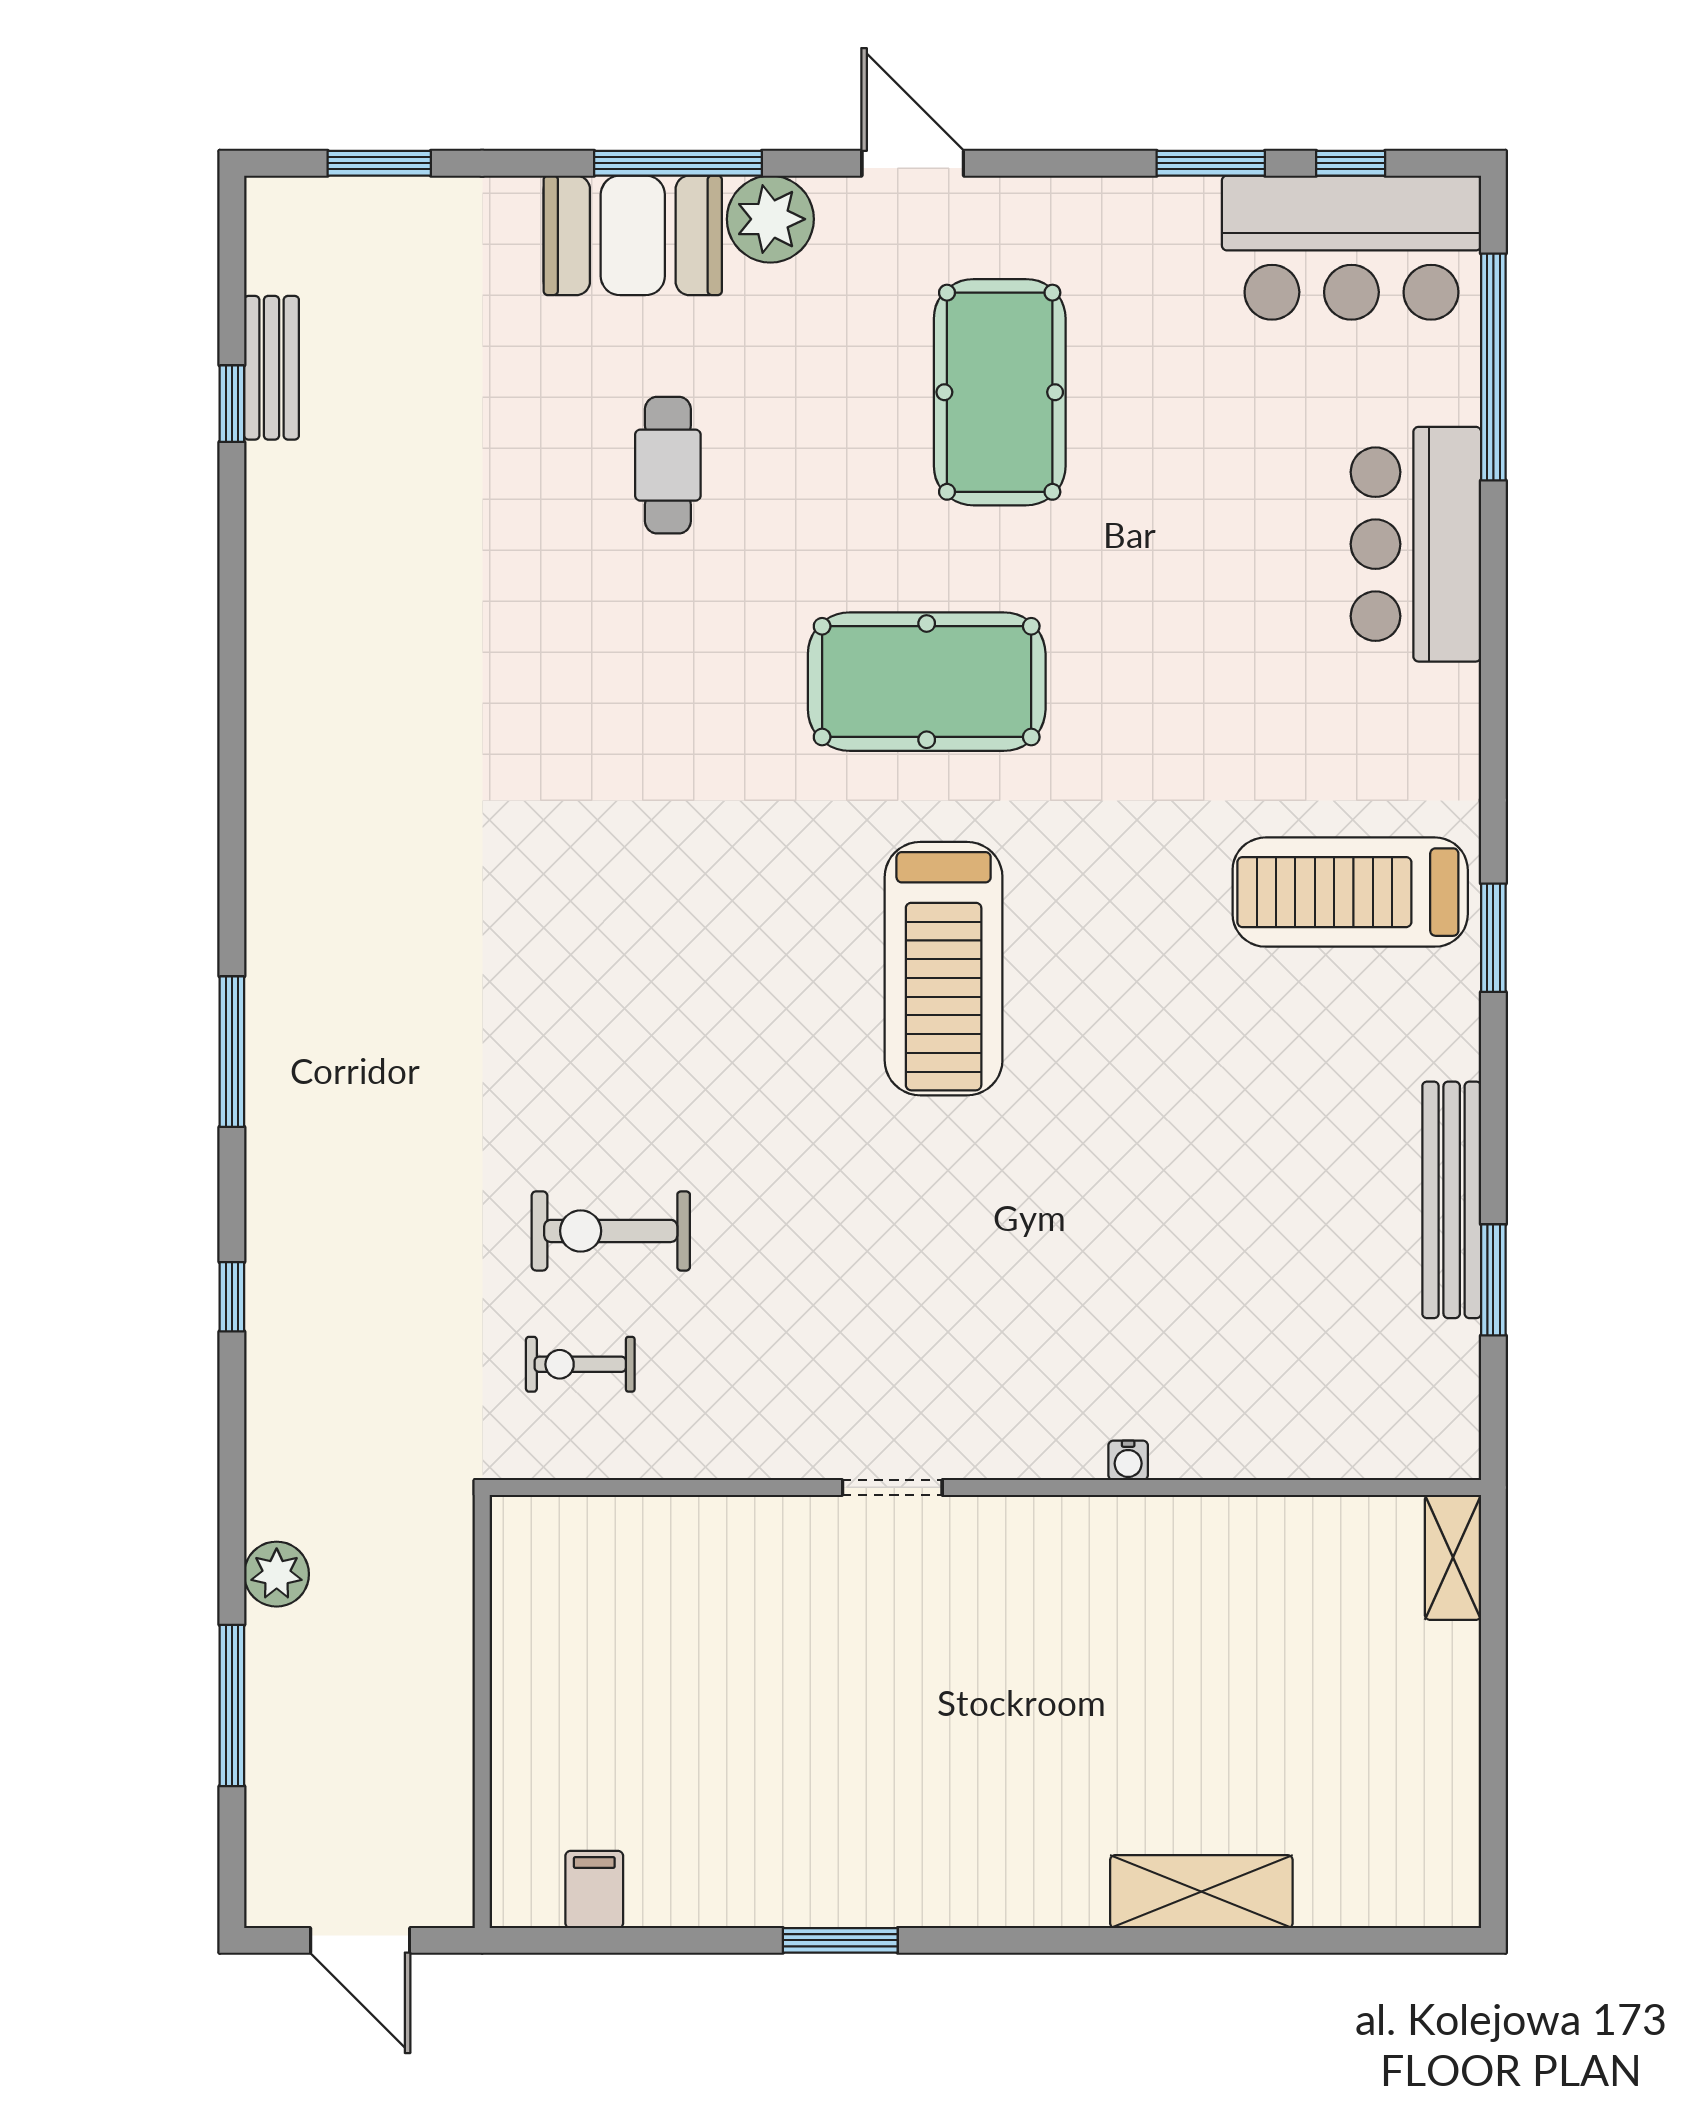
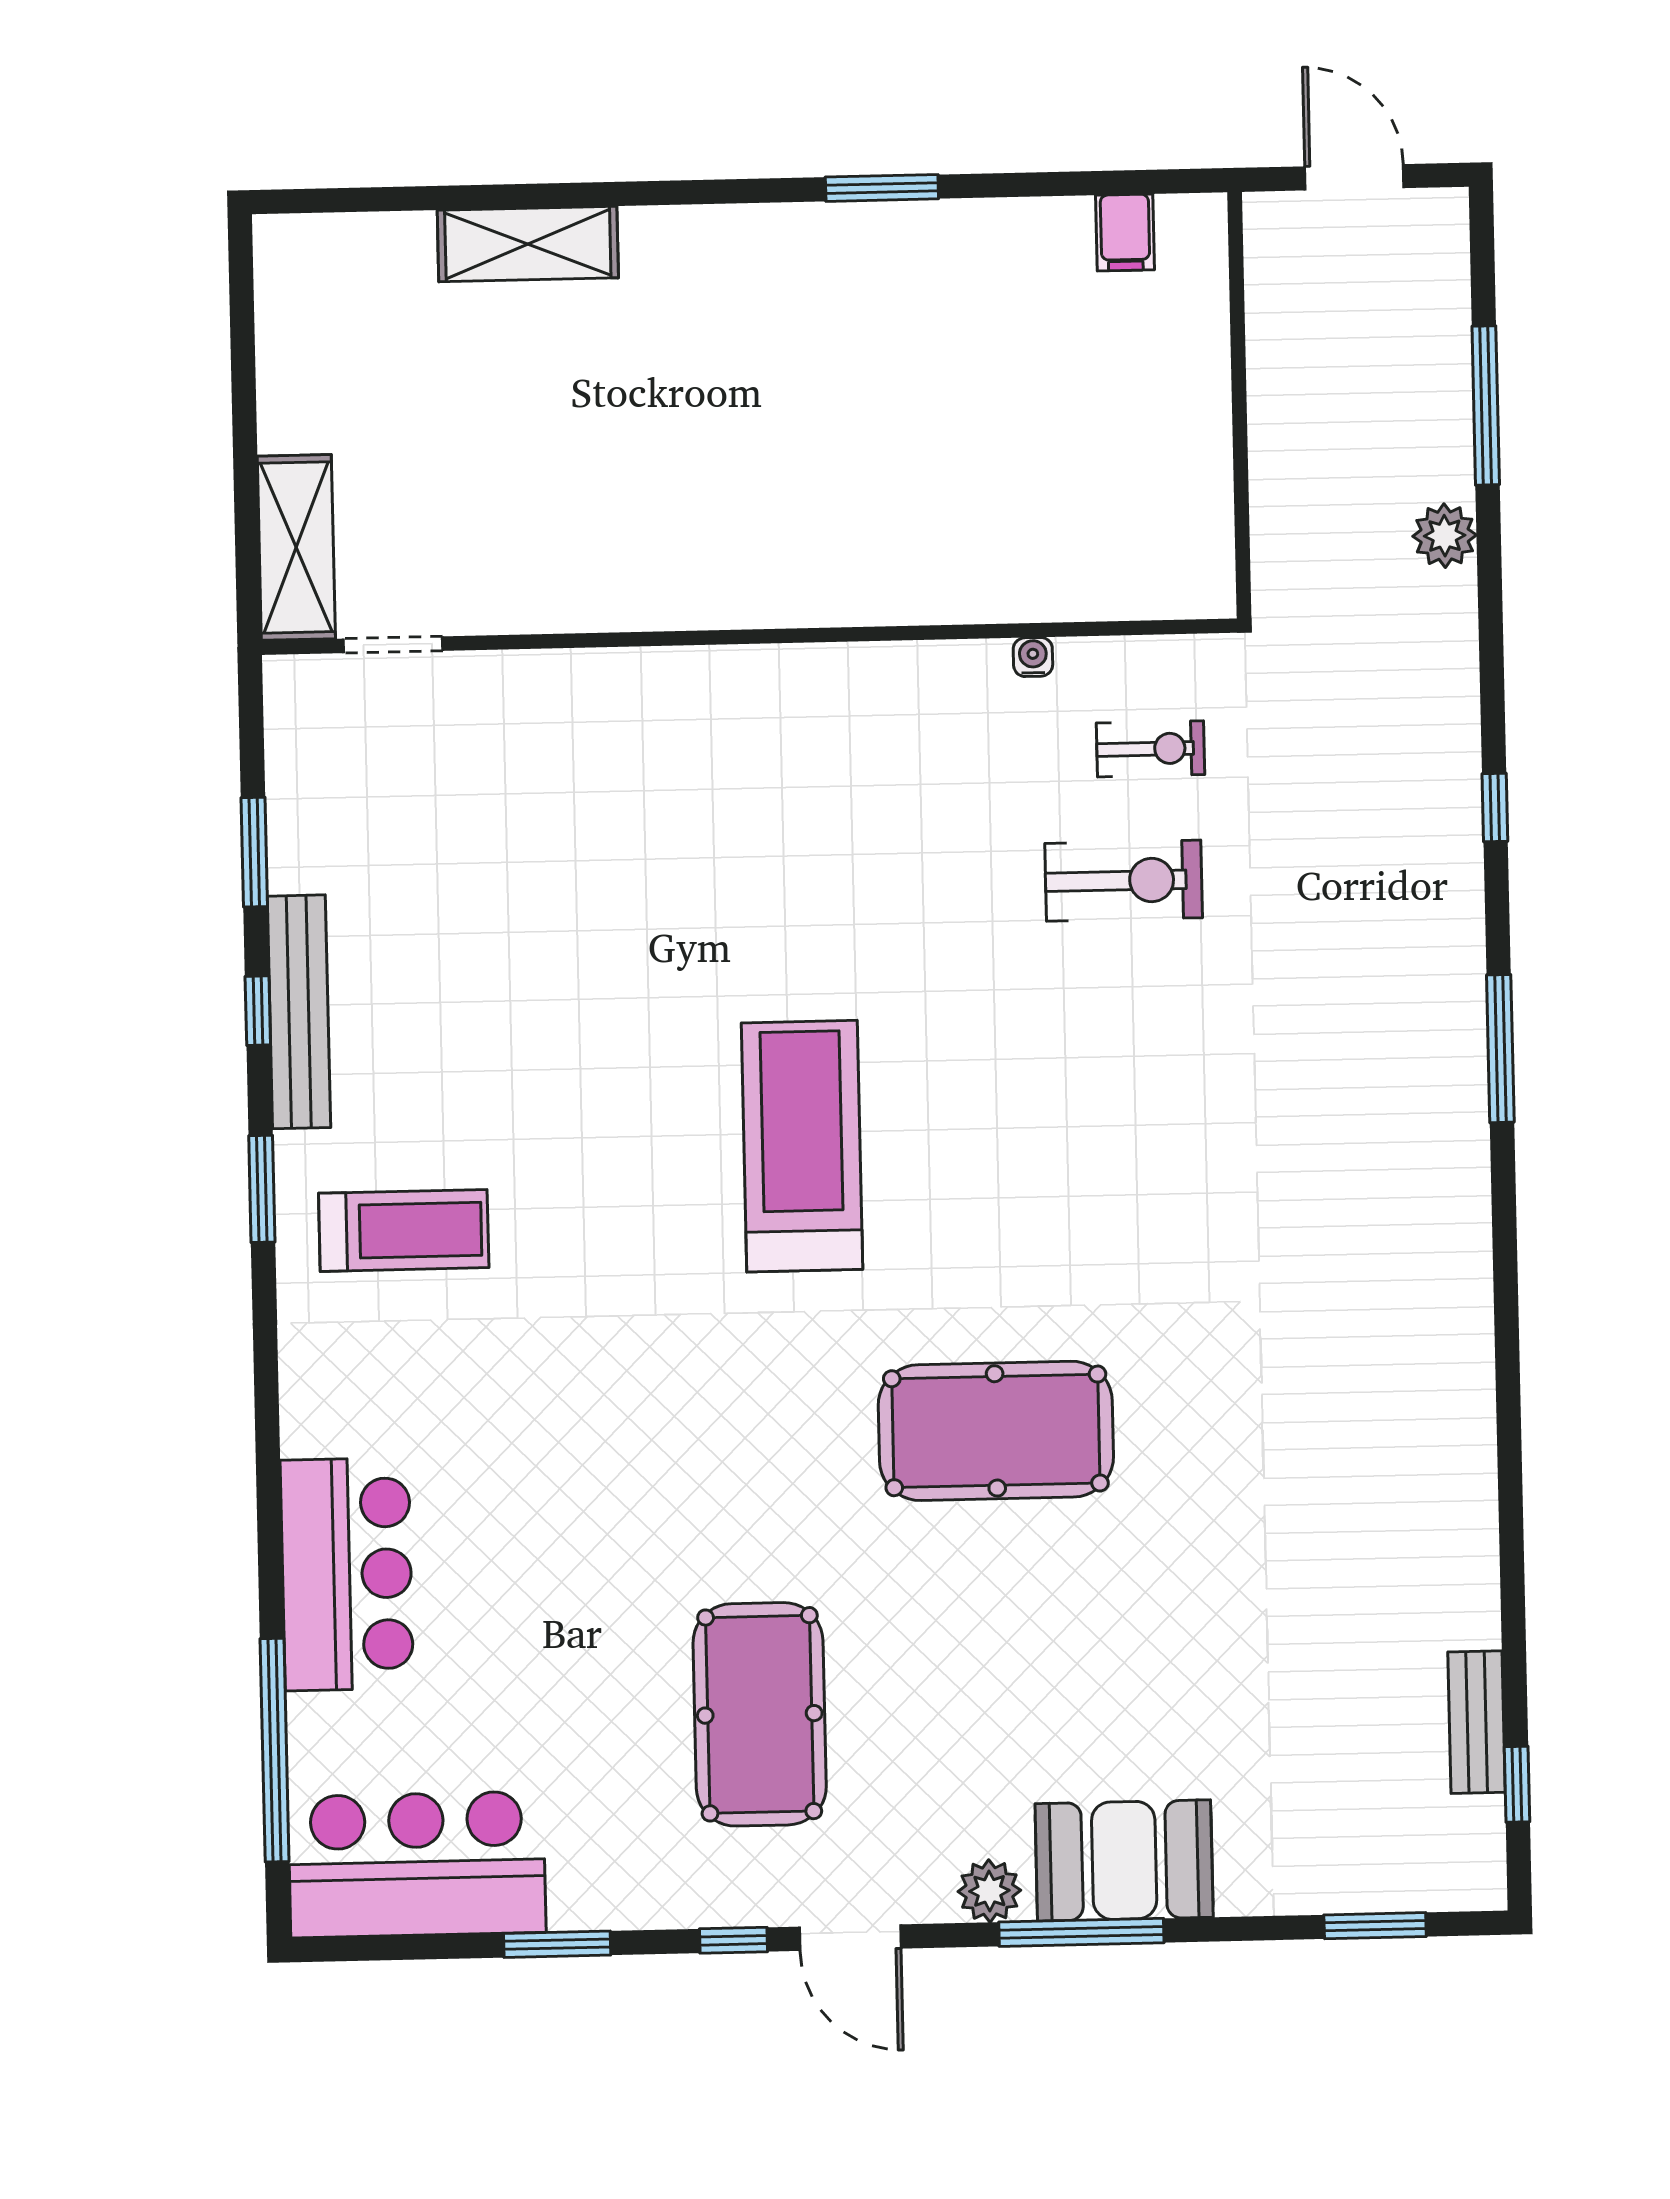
window: (1351, 163) -> (734, 1940), moved
plant: (770, 219) -> (989, 1891), width x0.73, depth x0.73
window: (232, 404) -> (1517, 1784), moved
cafe table: (668, 465) -> (1084, 1635), removed
pool table: (927, 682) -> (996, 1431), moved
treadmill: (1350, 892) -> (404, 1230), width x0.73, depth x0.73
window: (1493, 1119) -> (258, 1011), added
bench: (1452, 1200) -> (299, 1012), moved
water cooler: (1128, 1460) -> (1033, 657), moved
doorway: (892, 1487) -> (393, 645), moved
shelving: (1453, 1557) -> (296, 547), width x1.50, depth x1.33

